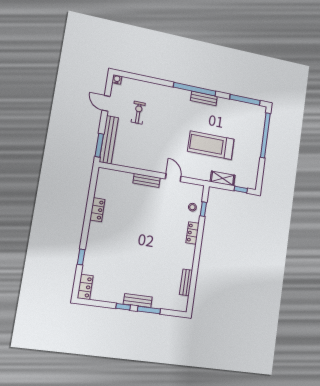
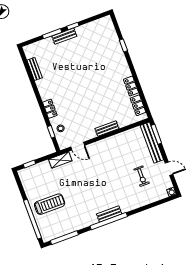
bench: (204, 98) -> (109, 214), moved
treadmill: (211, 145) -> (50, 204), moved, width x0.73, depth x0.73
door: (173, 178) -> (78, 146), moved
shelving: (223, 178) -> (60, 160), moved
locker: (85, 287) -> (138, 105), moved

